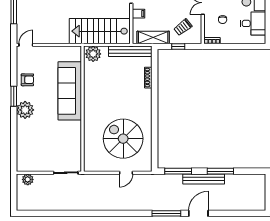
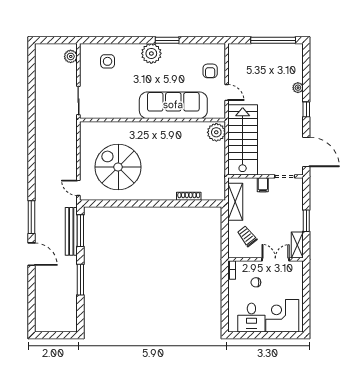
door: (26, 45) -> (227, 93), moved
window: (178, 47) -> (225, 231), removed
bench: (130, 51) -> (219, 175), removed
armchair: (27, 80) -> (210, 71), moved
spiral stairs: (123, 139) -> (118, 167), turned -90
side table: (32, 148) -> (108, 61), added
door: (126, 173) -> (78, 188), moved
bench: (204, 179) -> (71, 231), moved

